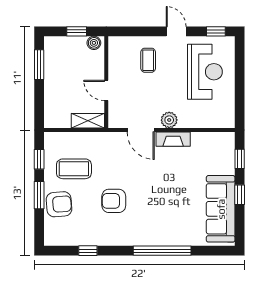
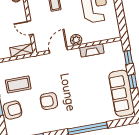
door: (141, 130) -> (58, 50), swing flipped
fireplace: (173, 139) -> (92, 50), moved

